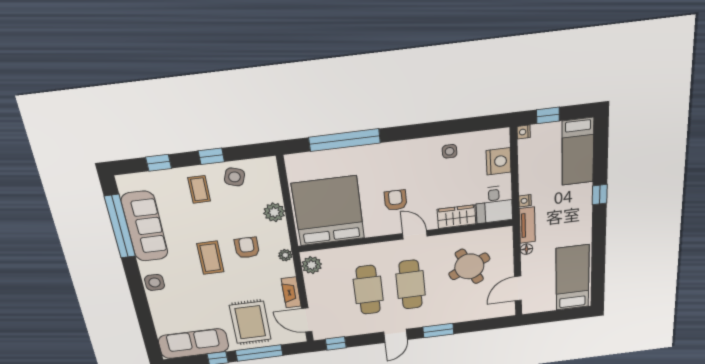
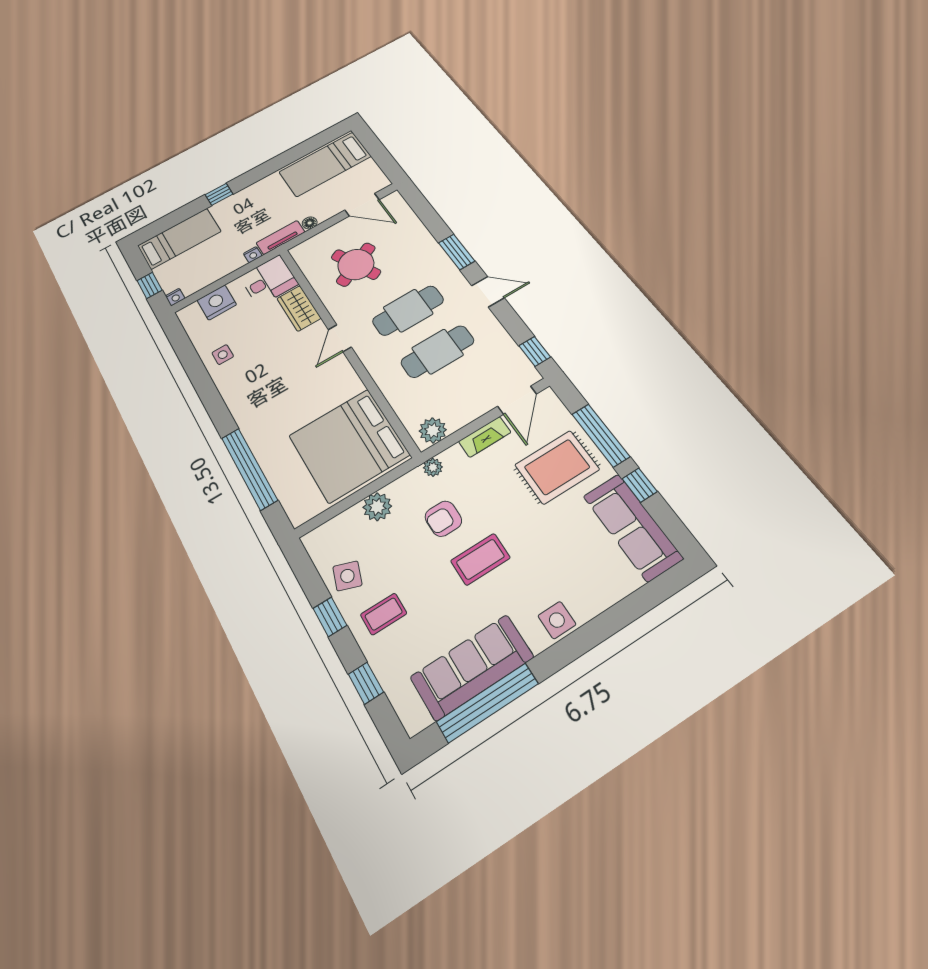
armchair: (396, 200) -> (304, 379), removed

